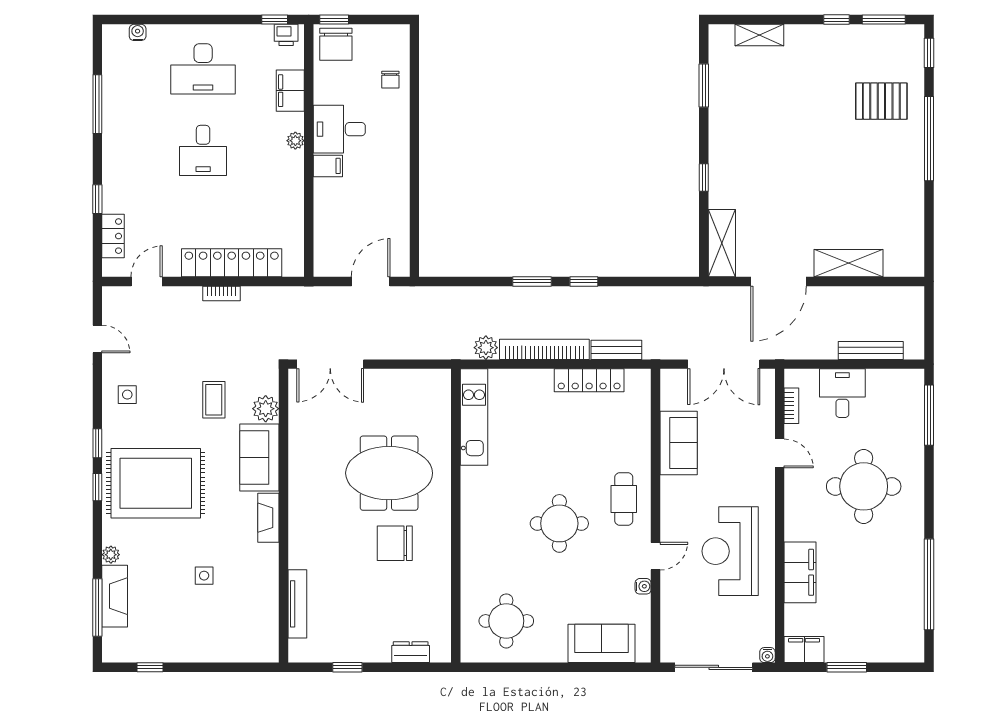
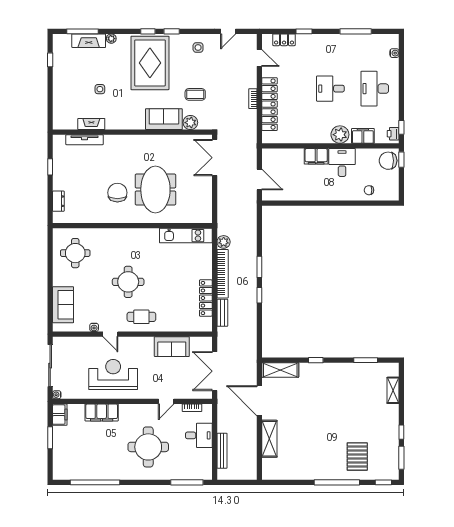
plant: (295, 141) -> (340, 135), width x1.88, depth x1.88
filing cabinet: (328, 166) -> (316, 156), width x2.00
fireplace: (268, 518) -> (91, 124), moved

